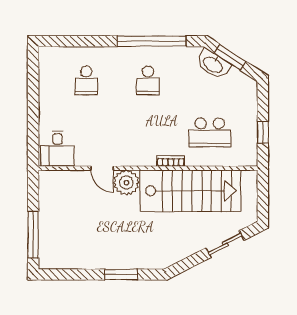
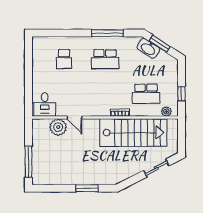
window: (152, 41) -> (107, 33), width x0.68
school desk: (148, 80) -> (105, 59), width x1.85
plant: (240, 159) -> (166, 111), added
plant: (126, 183) -> (58, 127), moved

